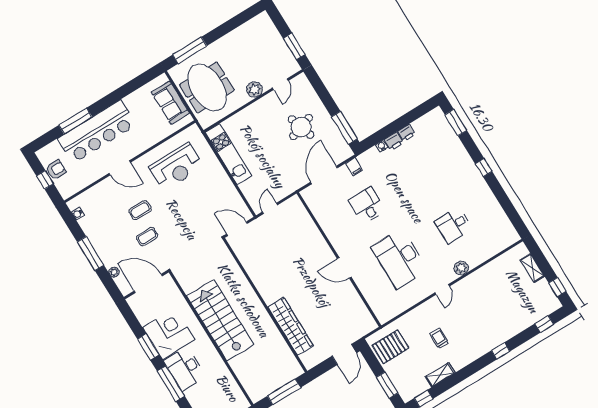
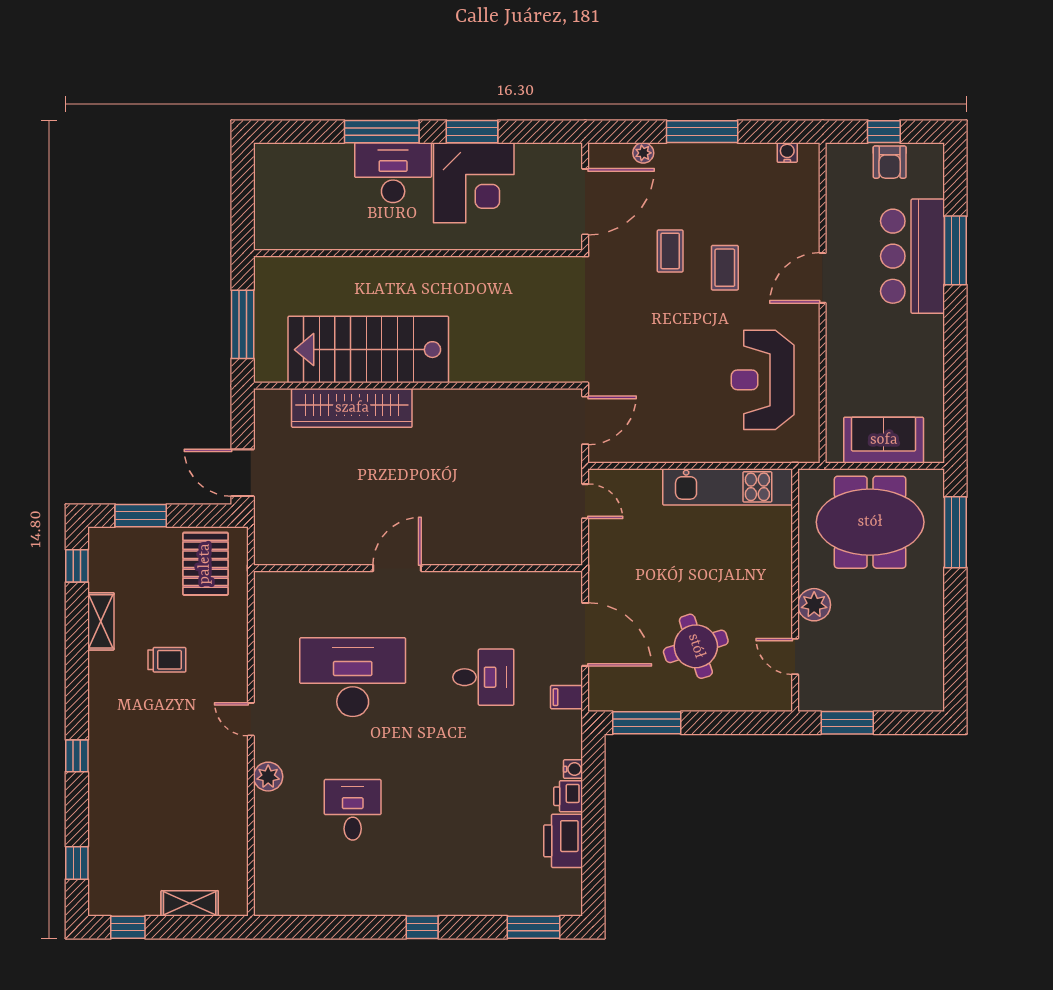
bar counter: (97, 132) -> (913, 256), width x0.73
printer: (407, 133) -> (563, 841), width x1.87, depth x1.48
stairs: (220, 320) -> (368, 350), moved, turned 180

